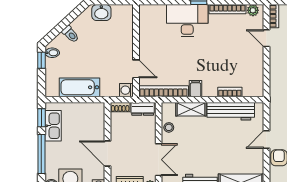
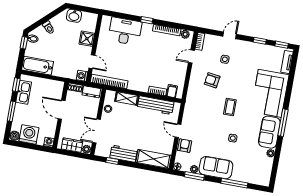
desk: (187, 21) -> (125, 31), moved
door: (267, 38) -> (191, 57), hinge flipped
shower: (124, 40) -> (87, 39), added
bathtub: (80, 87) -> (38, 66), moved
filing cabinet: (196, 89) -> (172, 91), moved
door: (267, 140) -> (178, 131), hinge flipped
window: (41, 154) -> (11, 111), width x0.69
door: (108, 154) -> (62, 110), moved
double door: (159, 160) -> (96, 131), swing flipped

